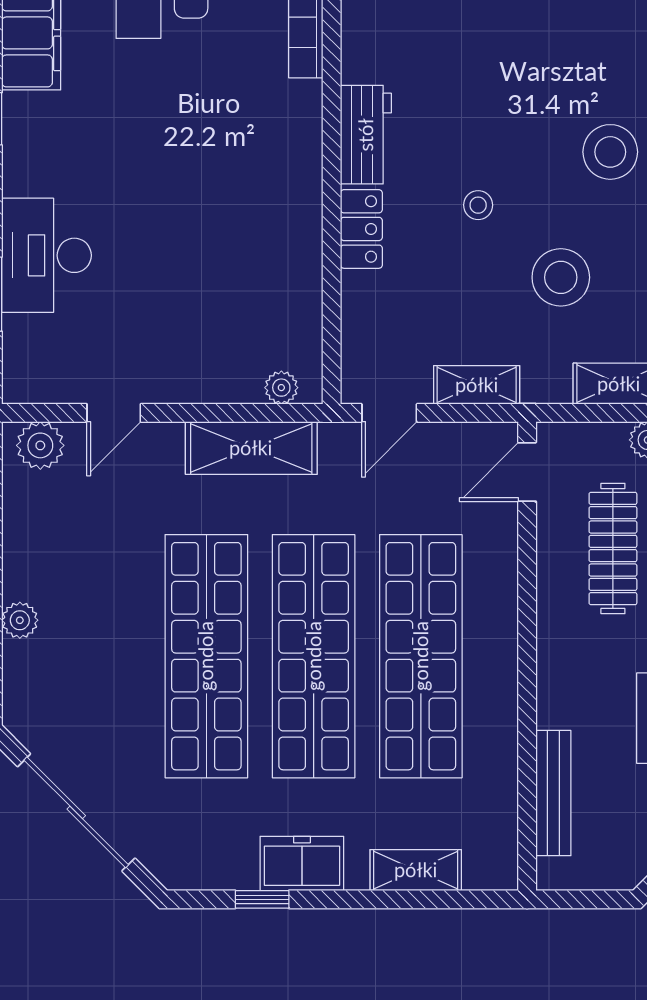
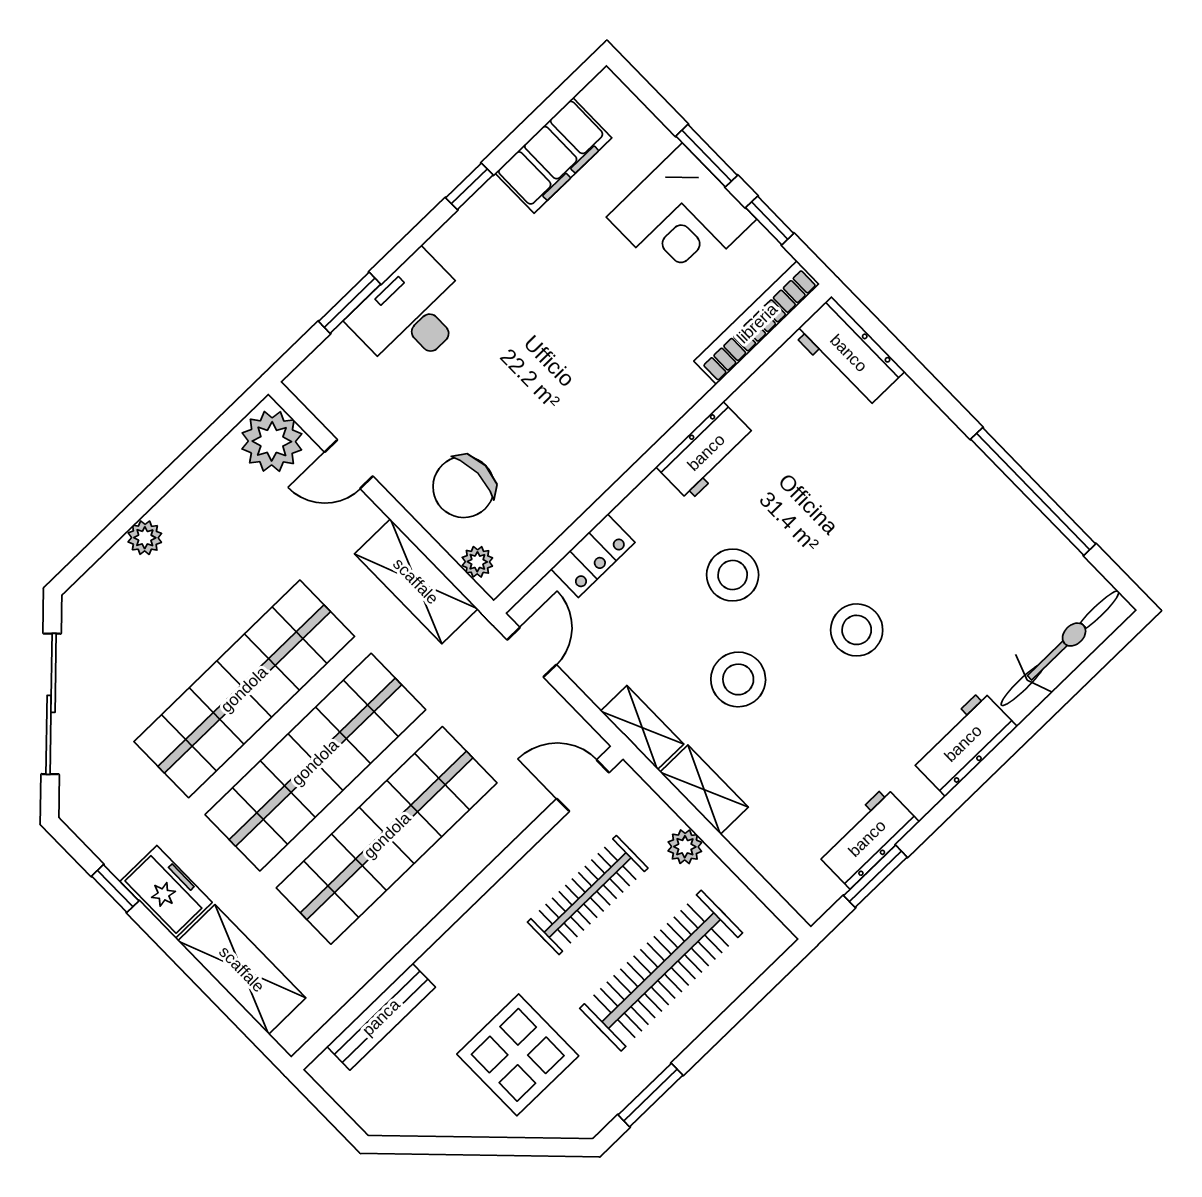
stool: (478, 205) -> (733, 575), width x1.89, depth x1.89
locker: (361, 229) -> (593, 556), moved
chair: (215, 343) -> (464, 487), added
shelving: (477, 385) -> (642, 728), moved
door: (389, 413) -> (532, 652), swing flipped
plant: (40, 445) -> (272, 441), width x1.36, depth x1.36
shelving: (416, 870) -> (242, 969), width x1.50, depth x1.33

